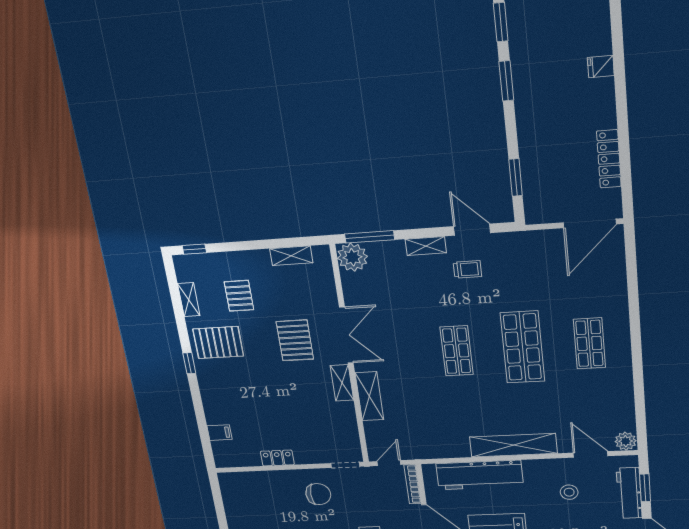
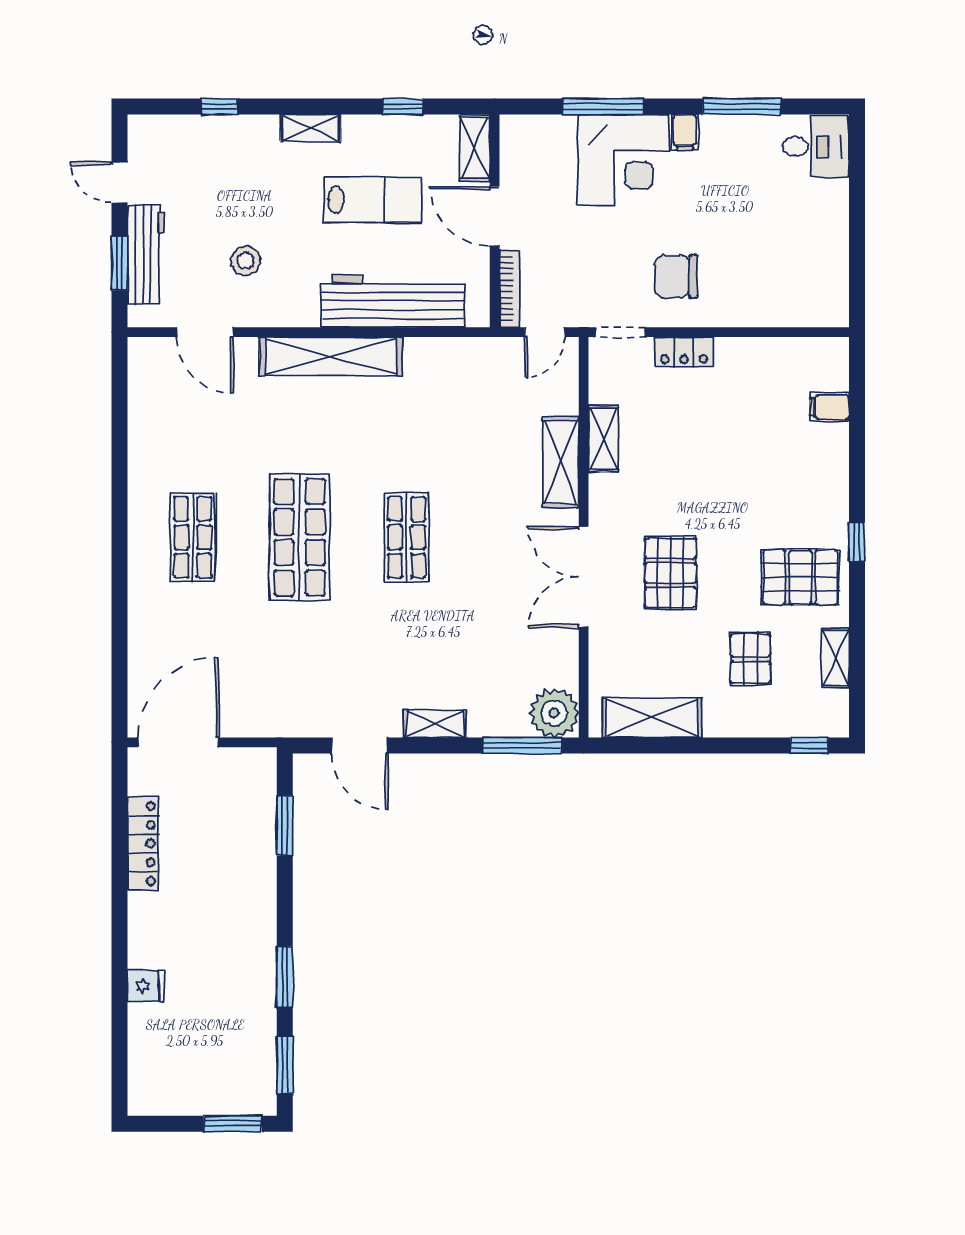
shelving: (291, 256) -> (652, 718), width x1.50, depth x1.33
trolley: (467, 269) -> (374, 679), removed
shelving: (342, 383) -> (603, 438), moved
plant: (626, 441) -> (146, 355), removed
locker: (277, 458) -> (684, 352), moved

